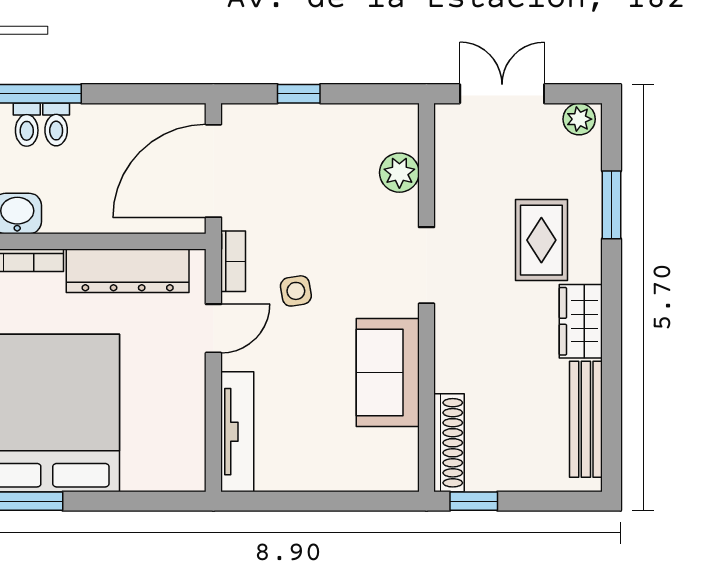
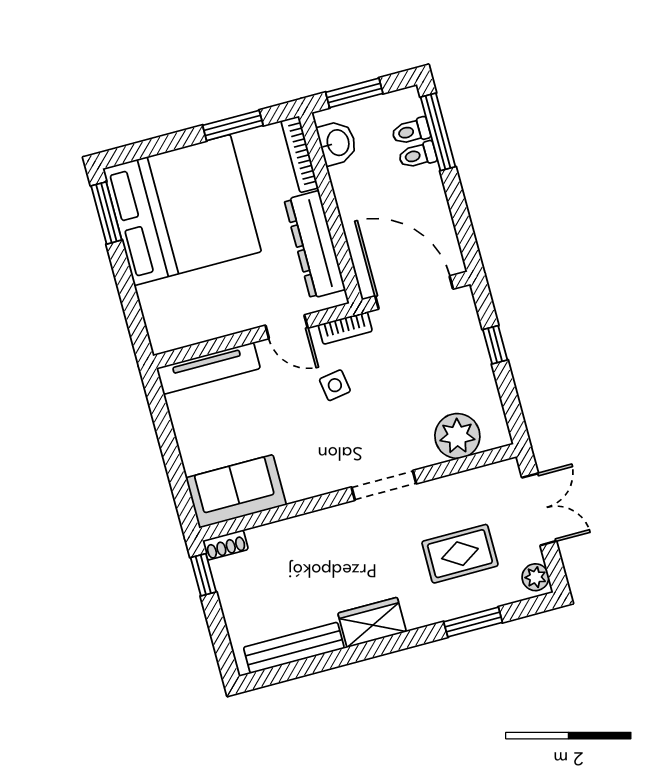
plant: (399, 173) -> (457, 436), width x1.36, depth x1.36
rug: (541, 240) -> (460, 554), moved
sofa: (388, 372) -> (236, 491), moved
shoe rack: (449, 443) -> (225, 545), width x0.51, depth x0.81

